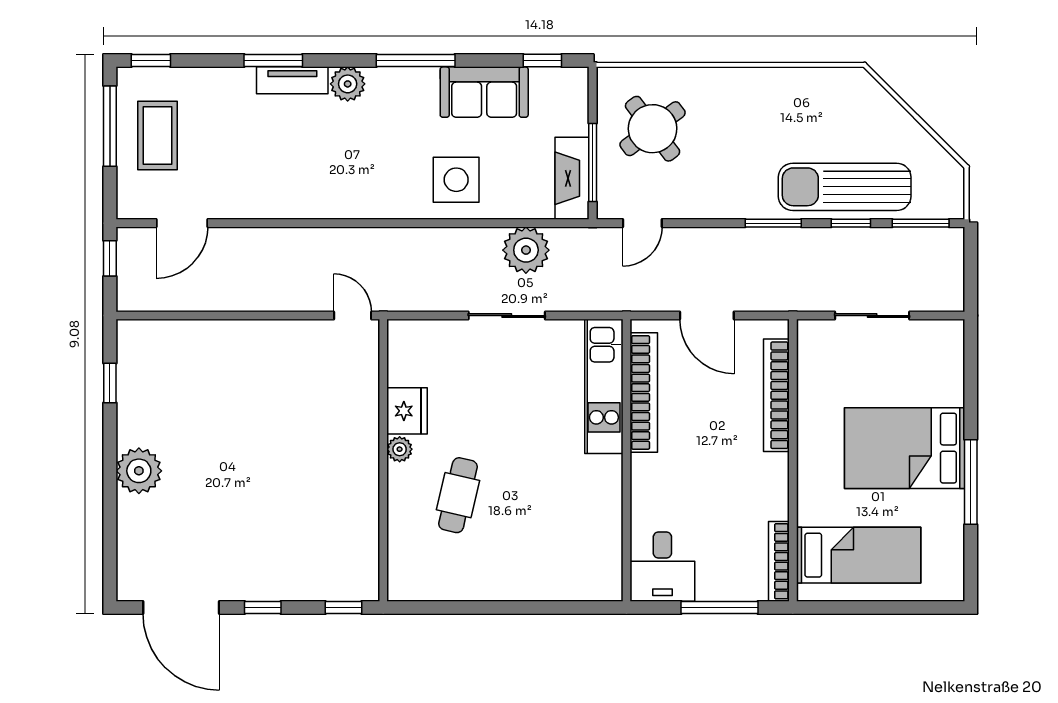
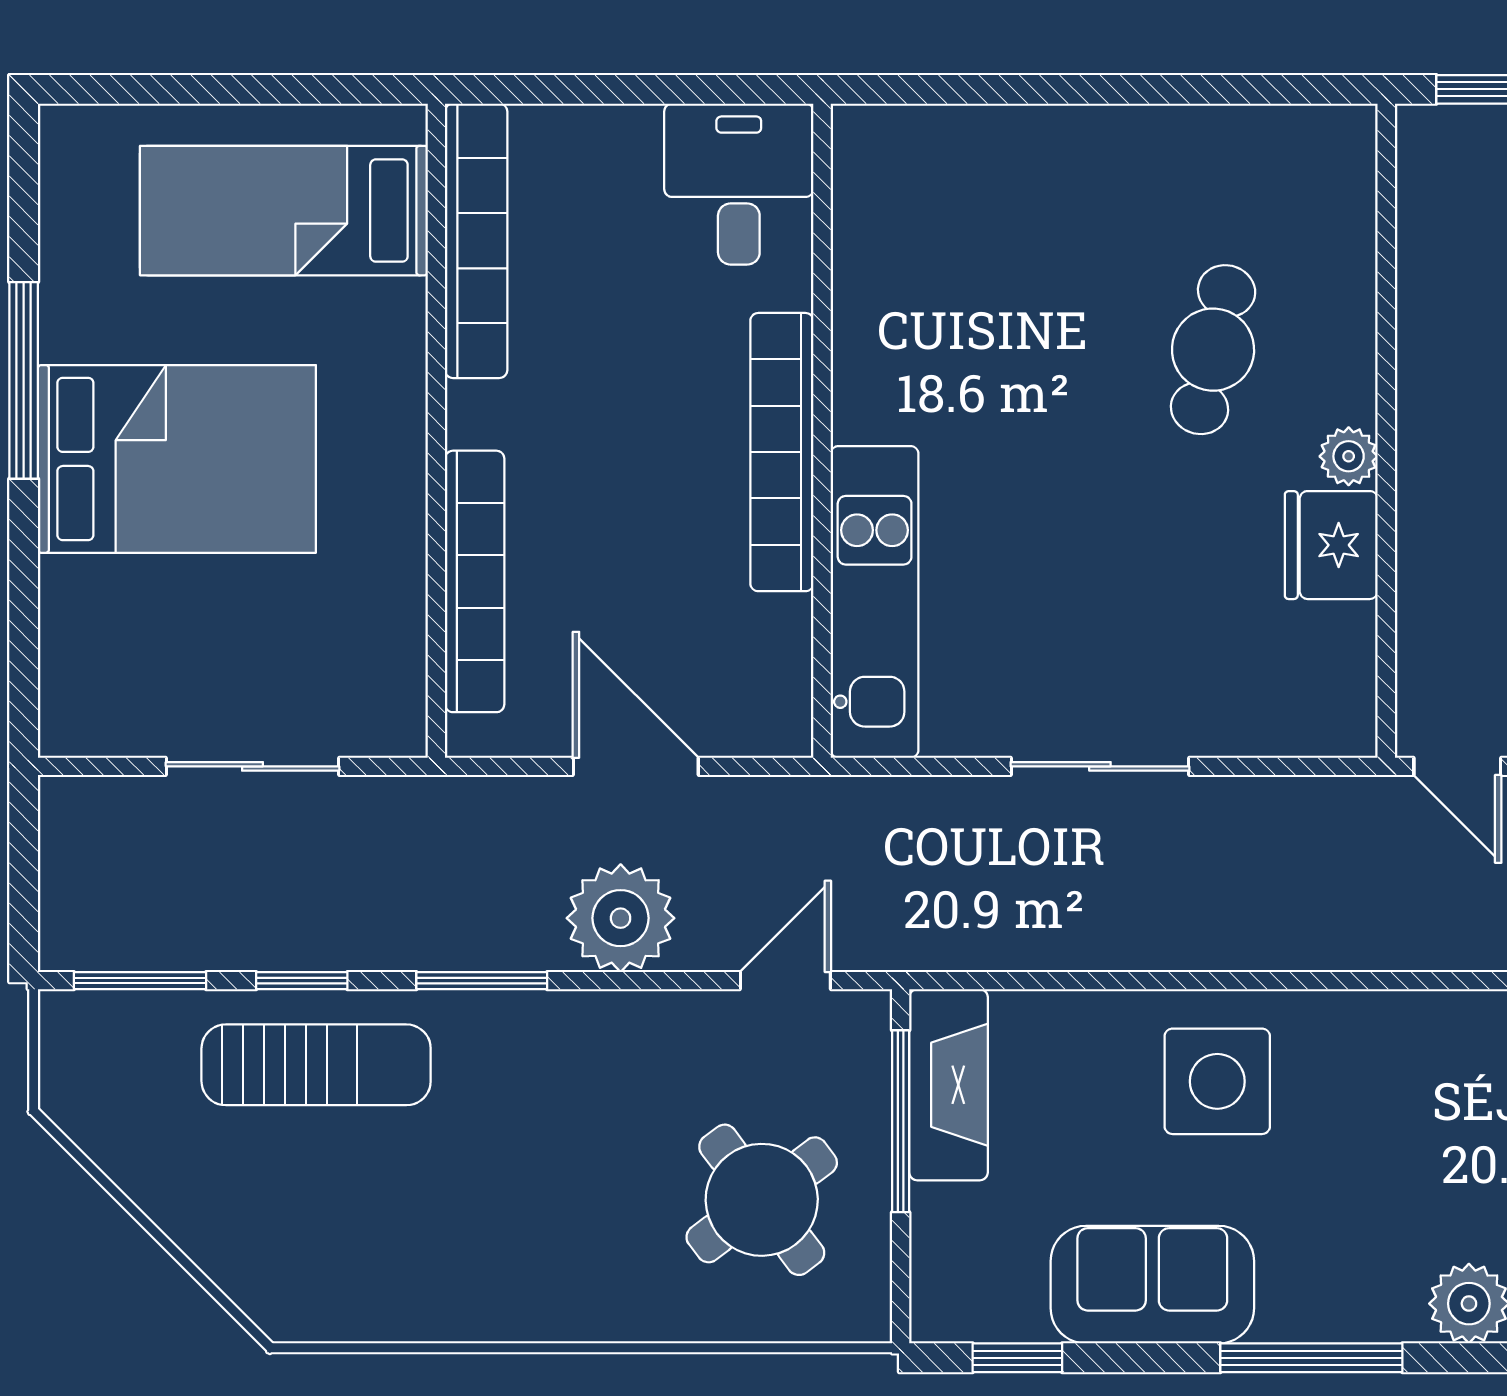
sun lounger: (845, 187) -> (316, 1065), width x0.73, depth x0.75
plant: (526, 250) -> (621, 918), moved
bookcase: (644, 392) -> (782, 452), moved
bookcase: (779, 561) -> (476, 241), width x1.48, depth x1.31
window: (719, 607) -> (606, 89), removed

